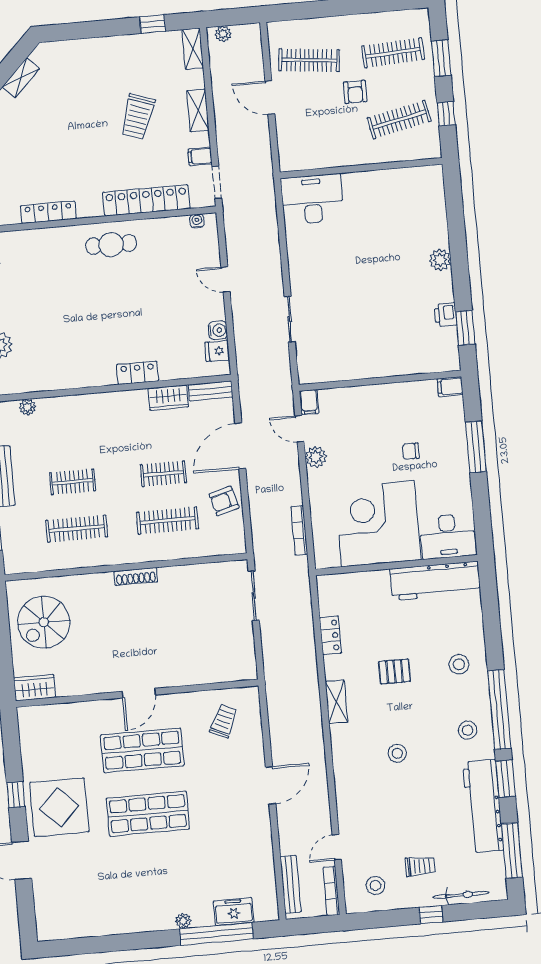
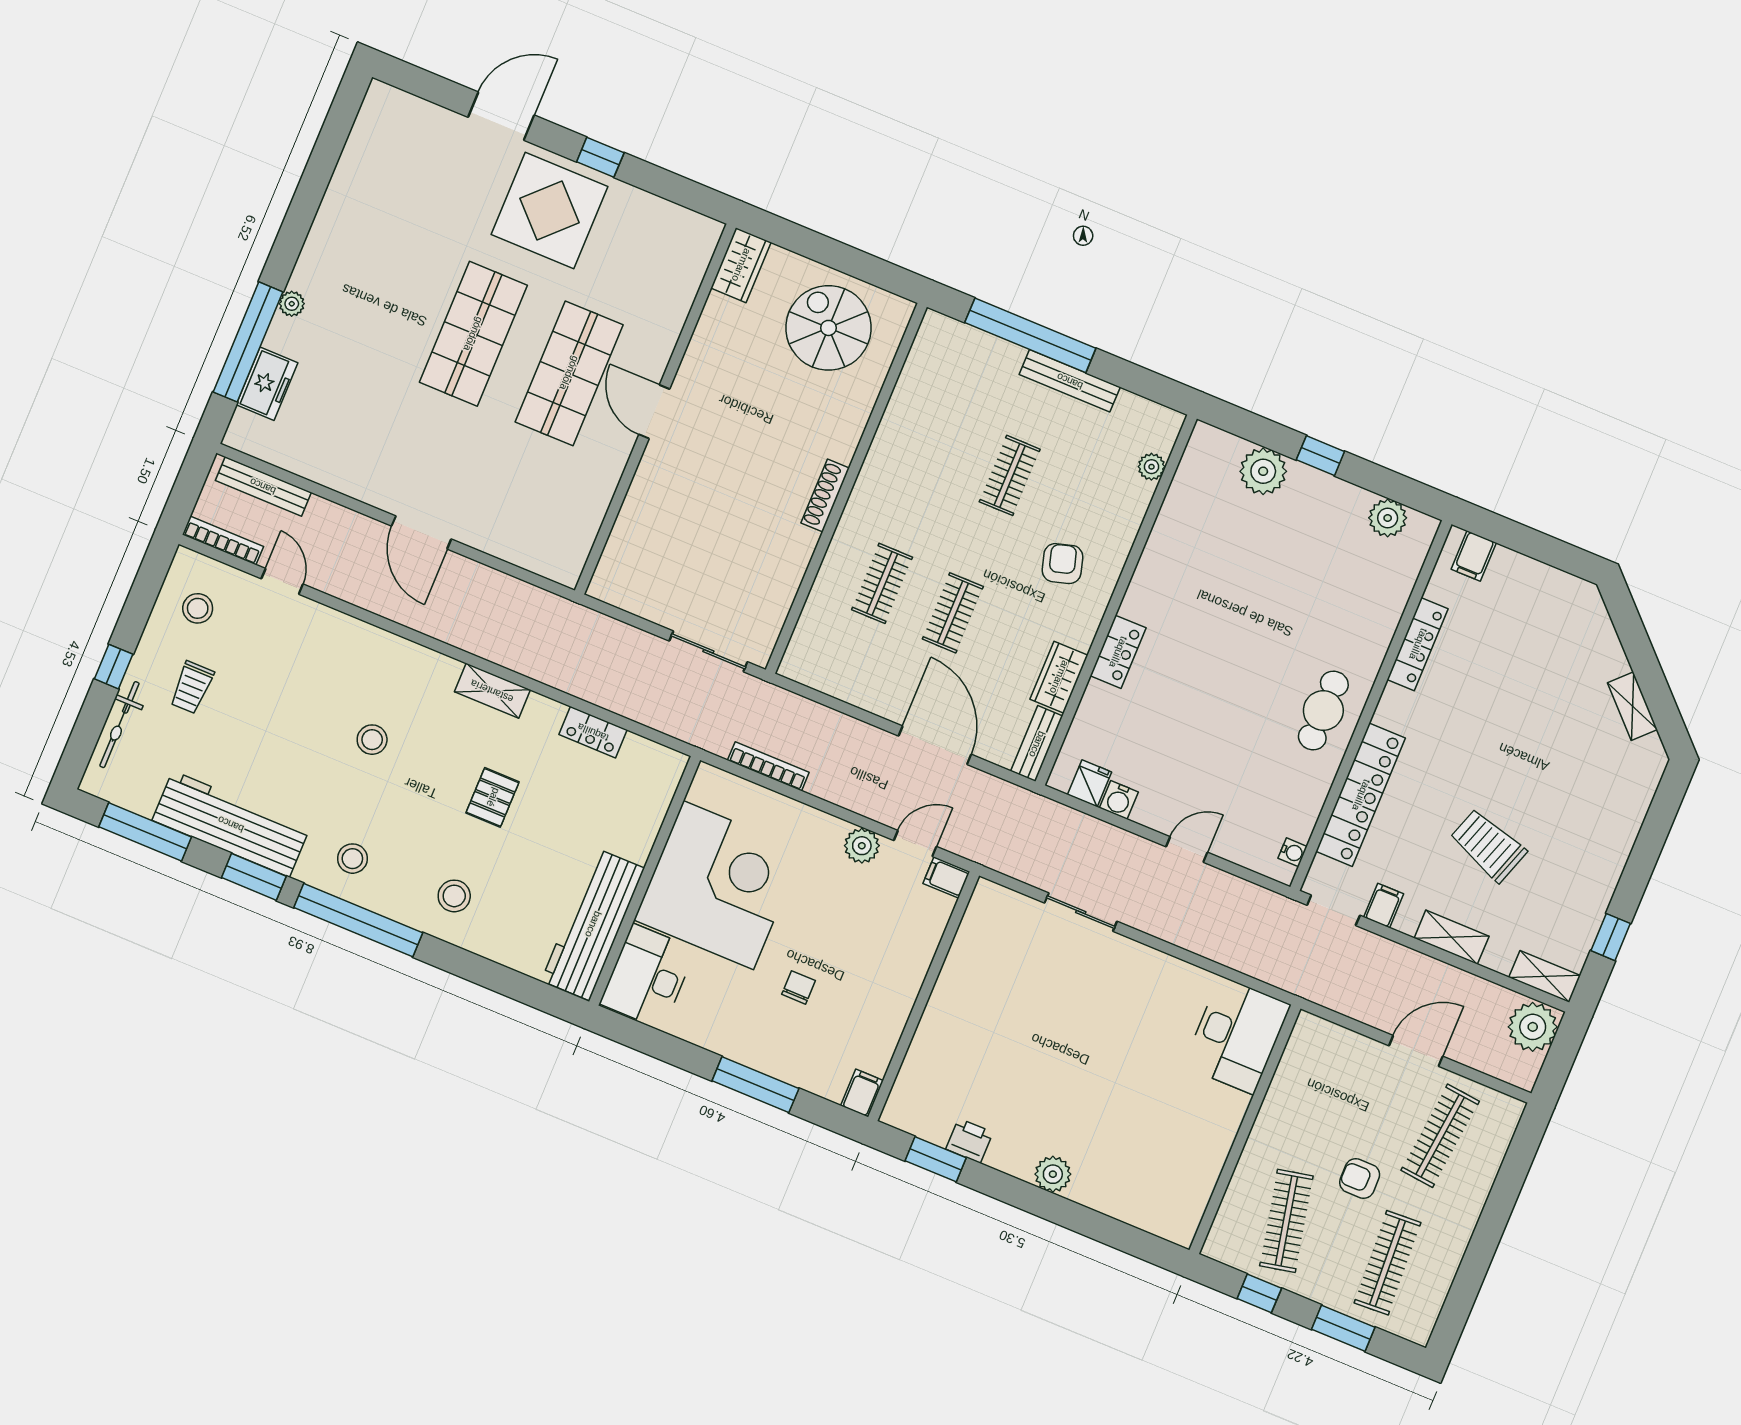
plant: (223, 34) -> (1533, 1027), width x1.88, depth x1.88
armchair: (224, 501) -> (1062, 564), moved
clothes rail: (167, 521) -> (882, 583), width x0.73
clothes rail: (77, 529) -> (939, 446), removed
trolley: (224, 721) -> (550, 513), removed

